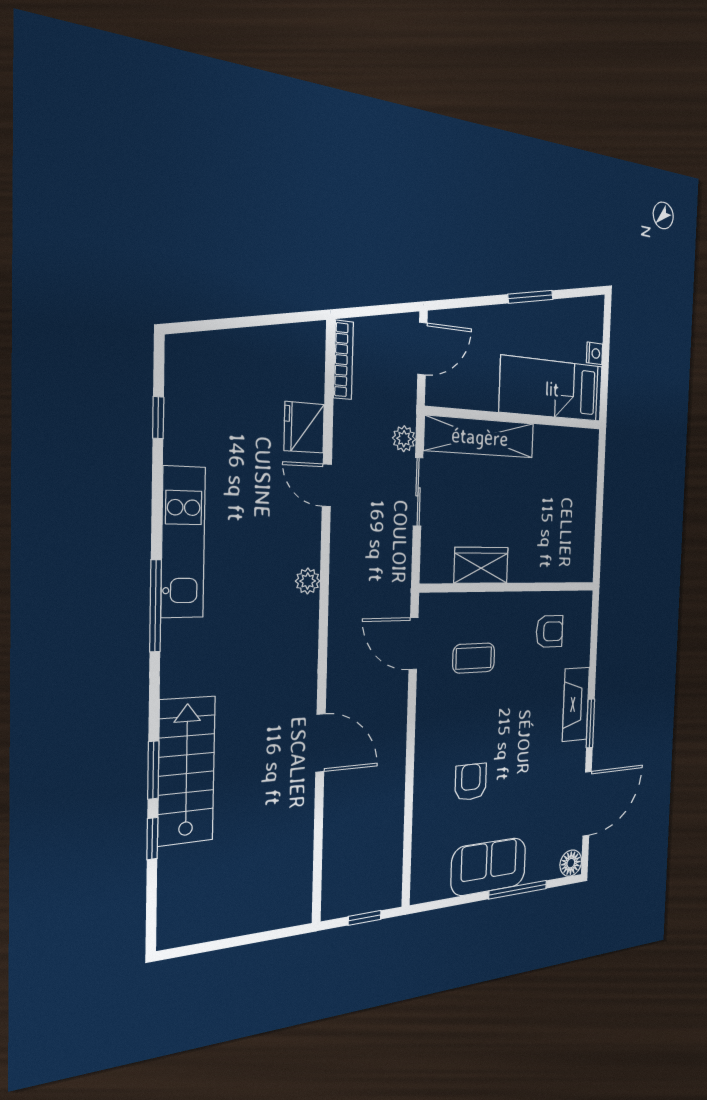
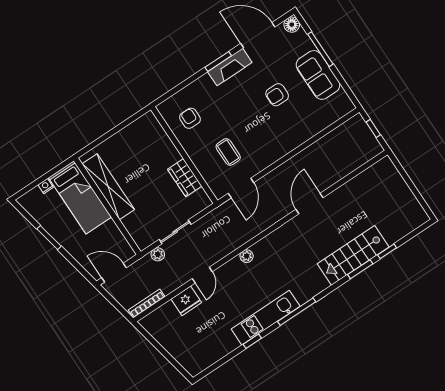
window: (158, 418) -> (252, 341), moved
shelving: (480, 437) -> (108, 187), moved
fireplace: (576, 704) -> (230, 67), moved
armchair: (471, 782) -> (277, 95), moved

